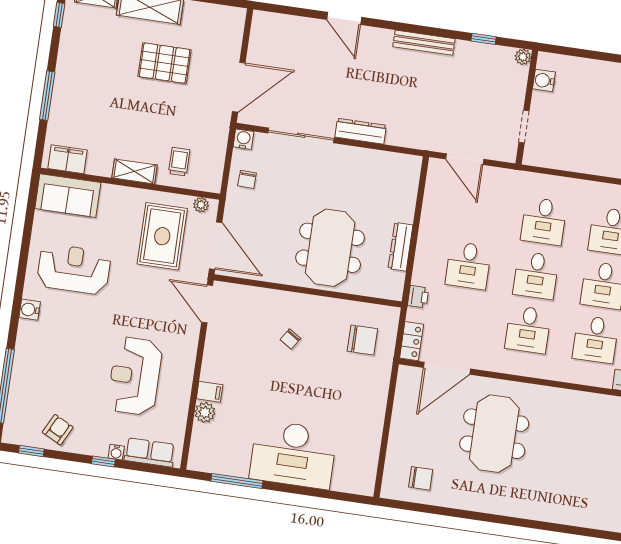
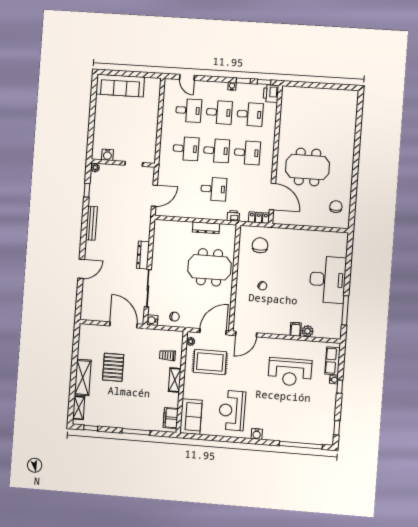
armchair: (58, 430) -> (323, 414), removed

